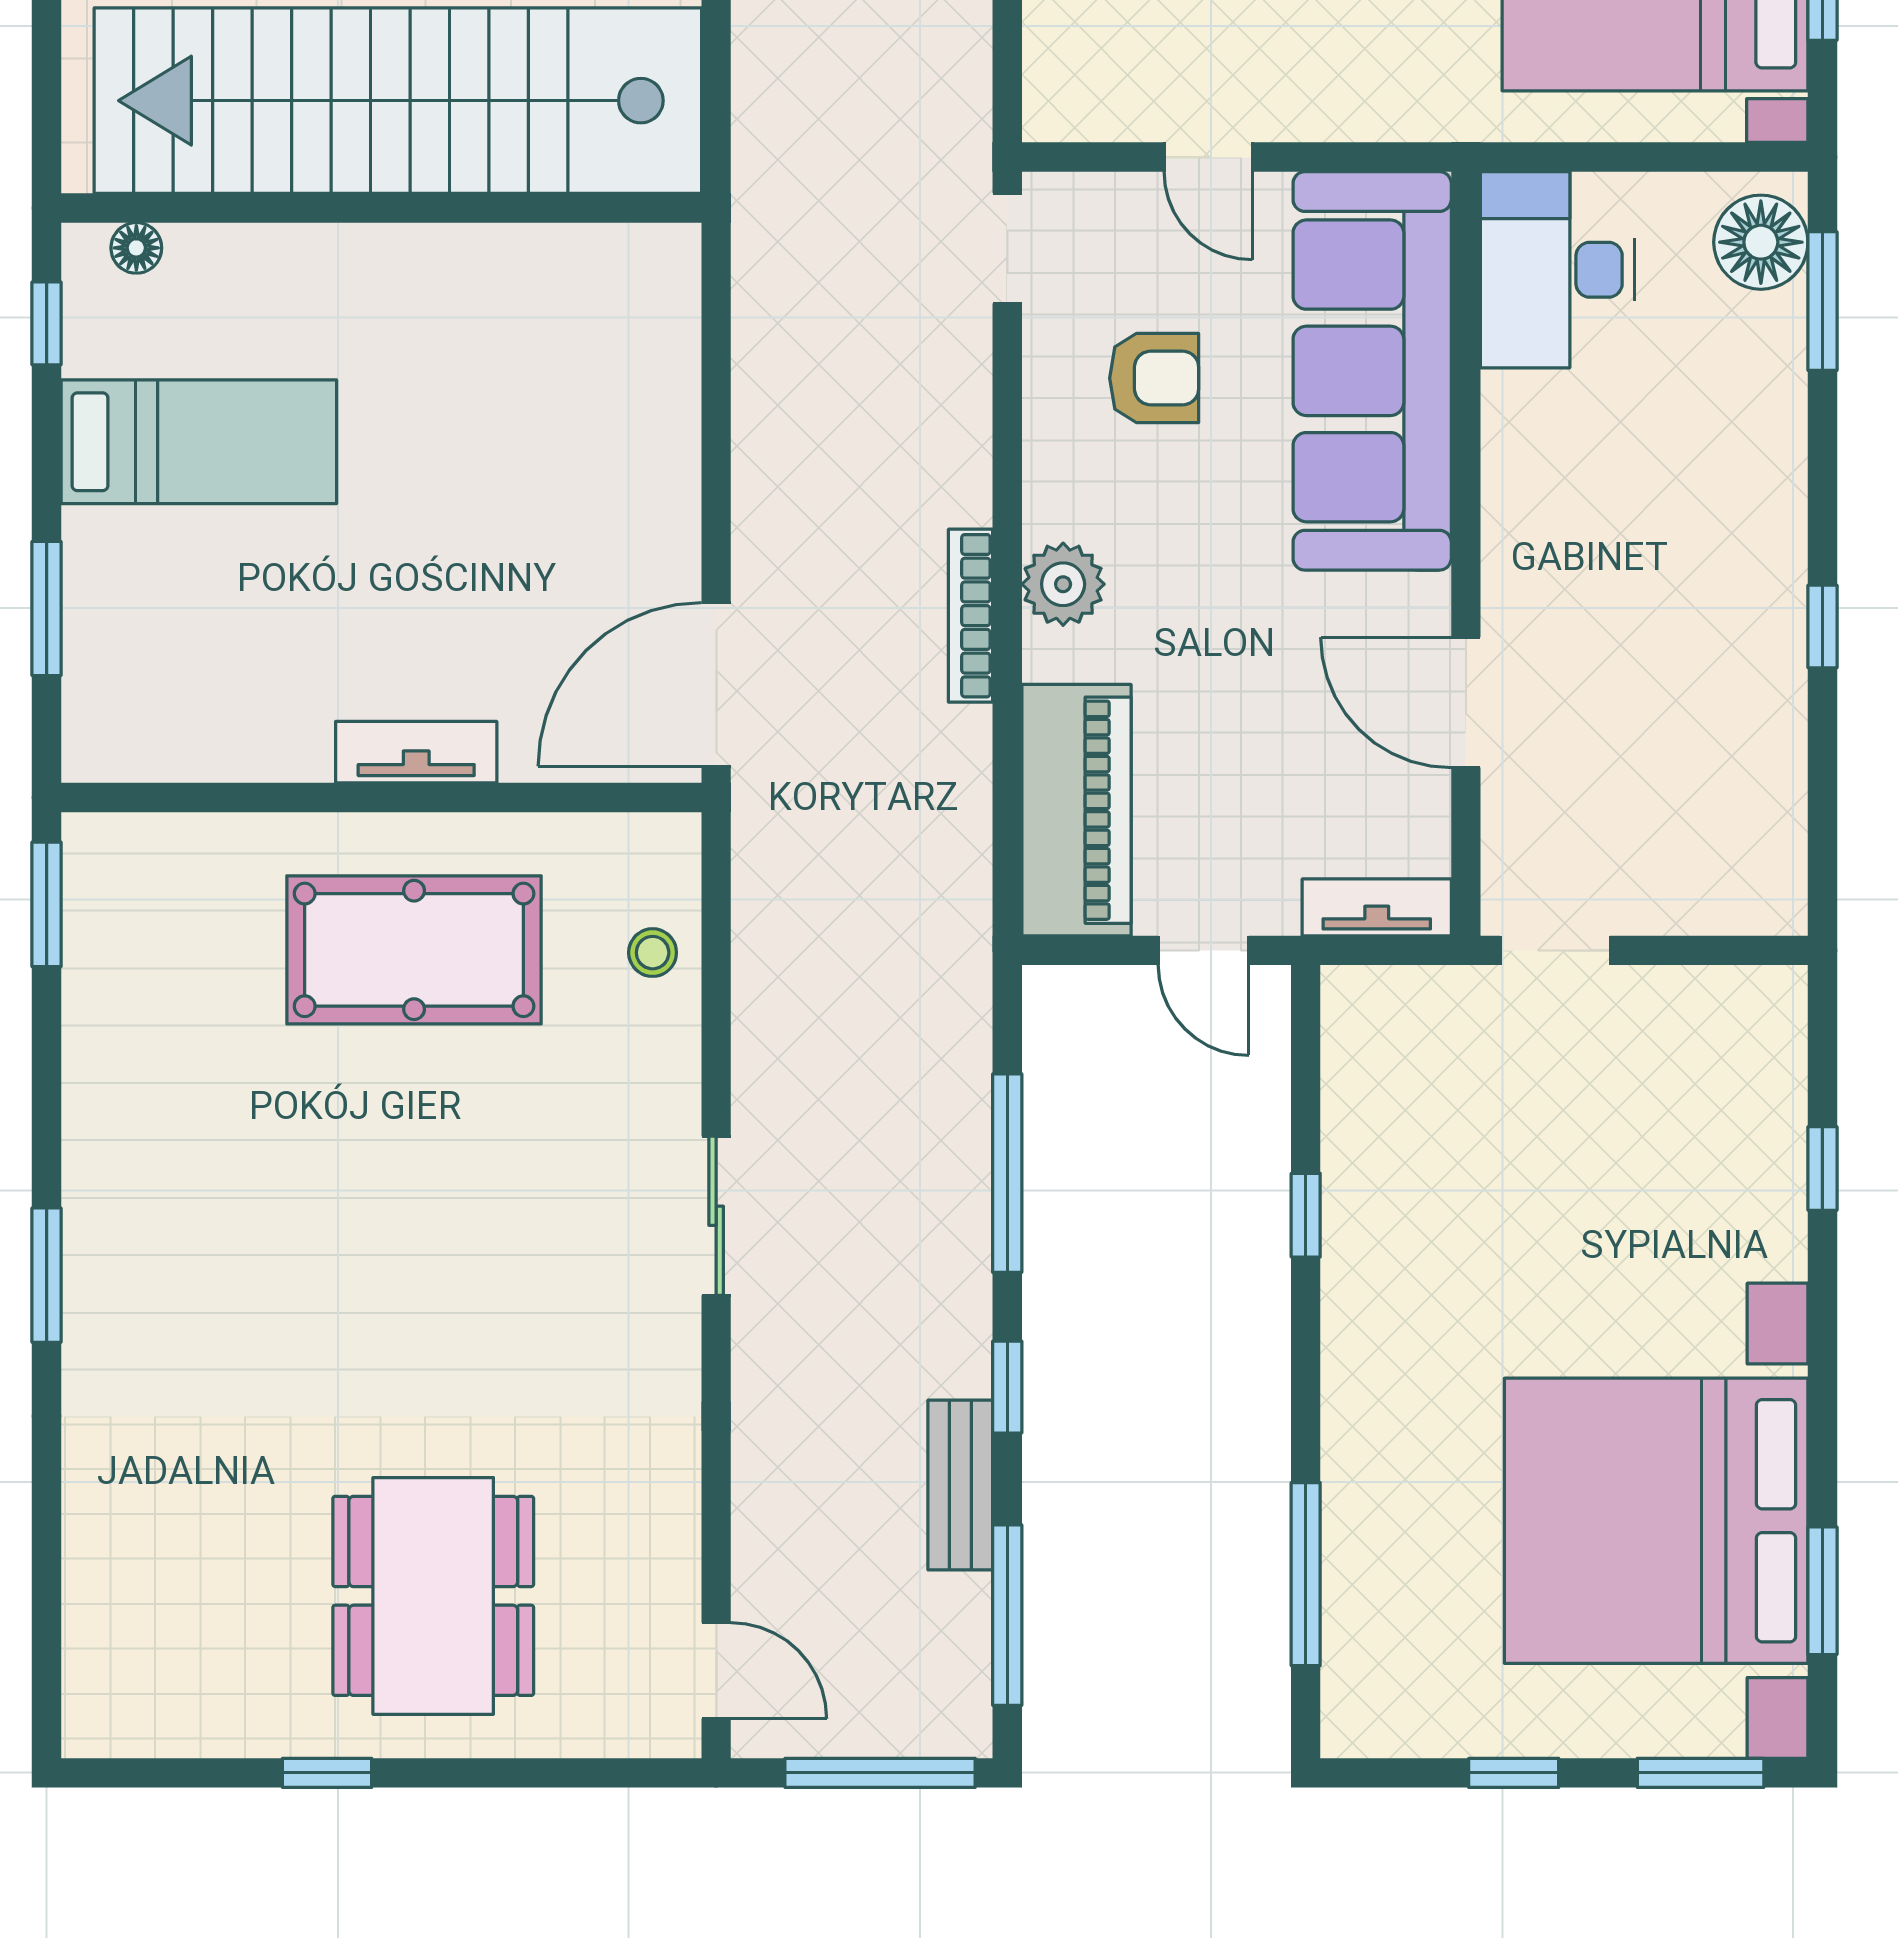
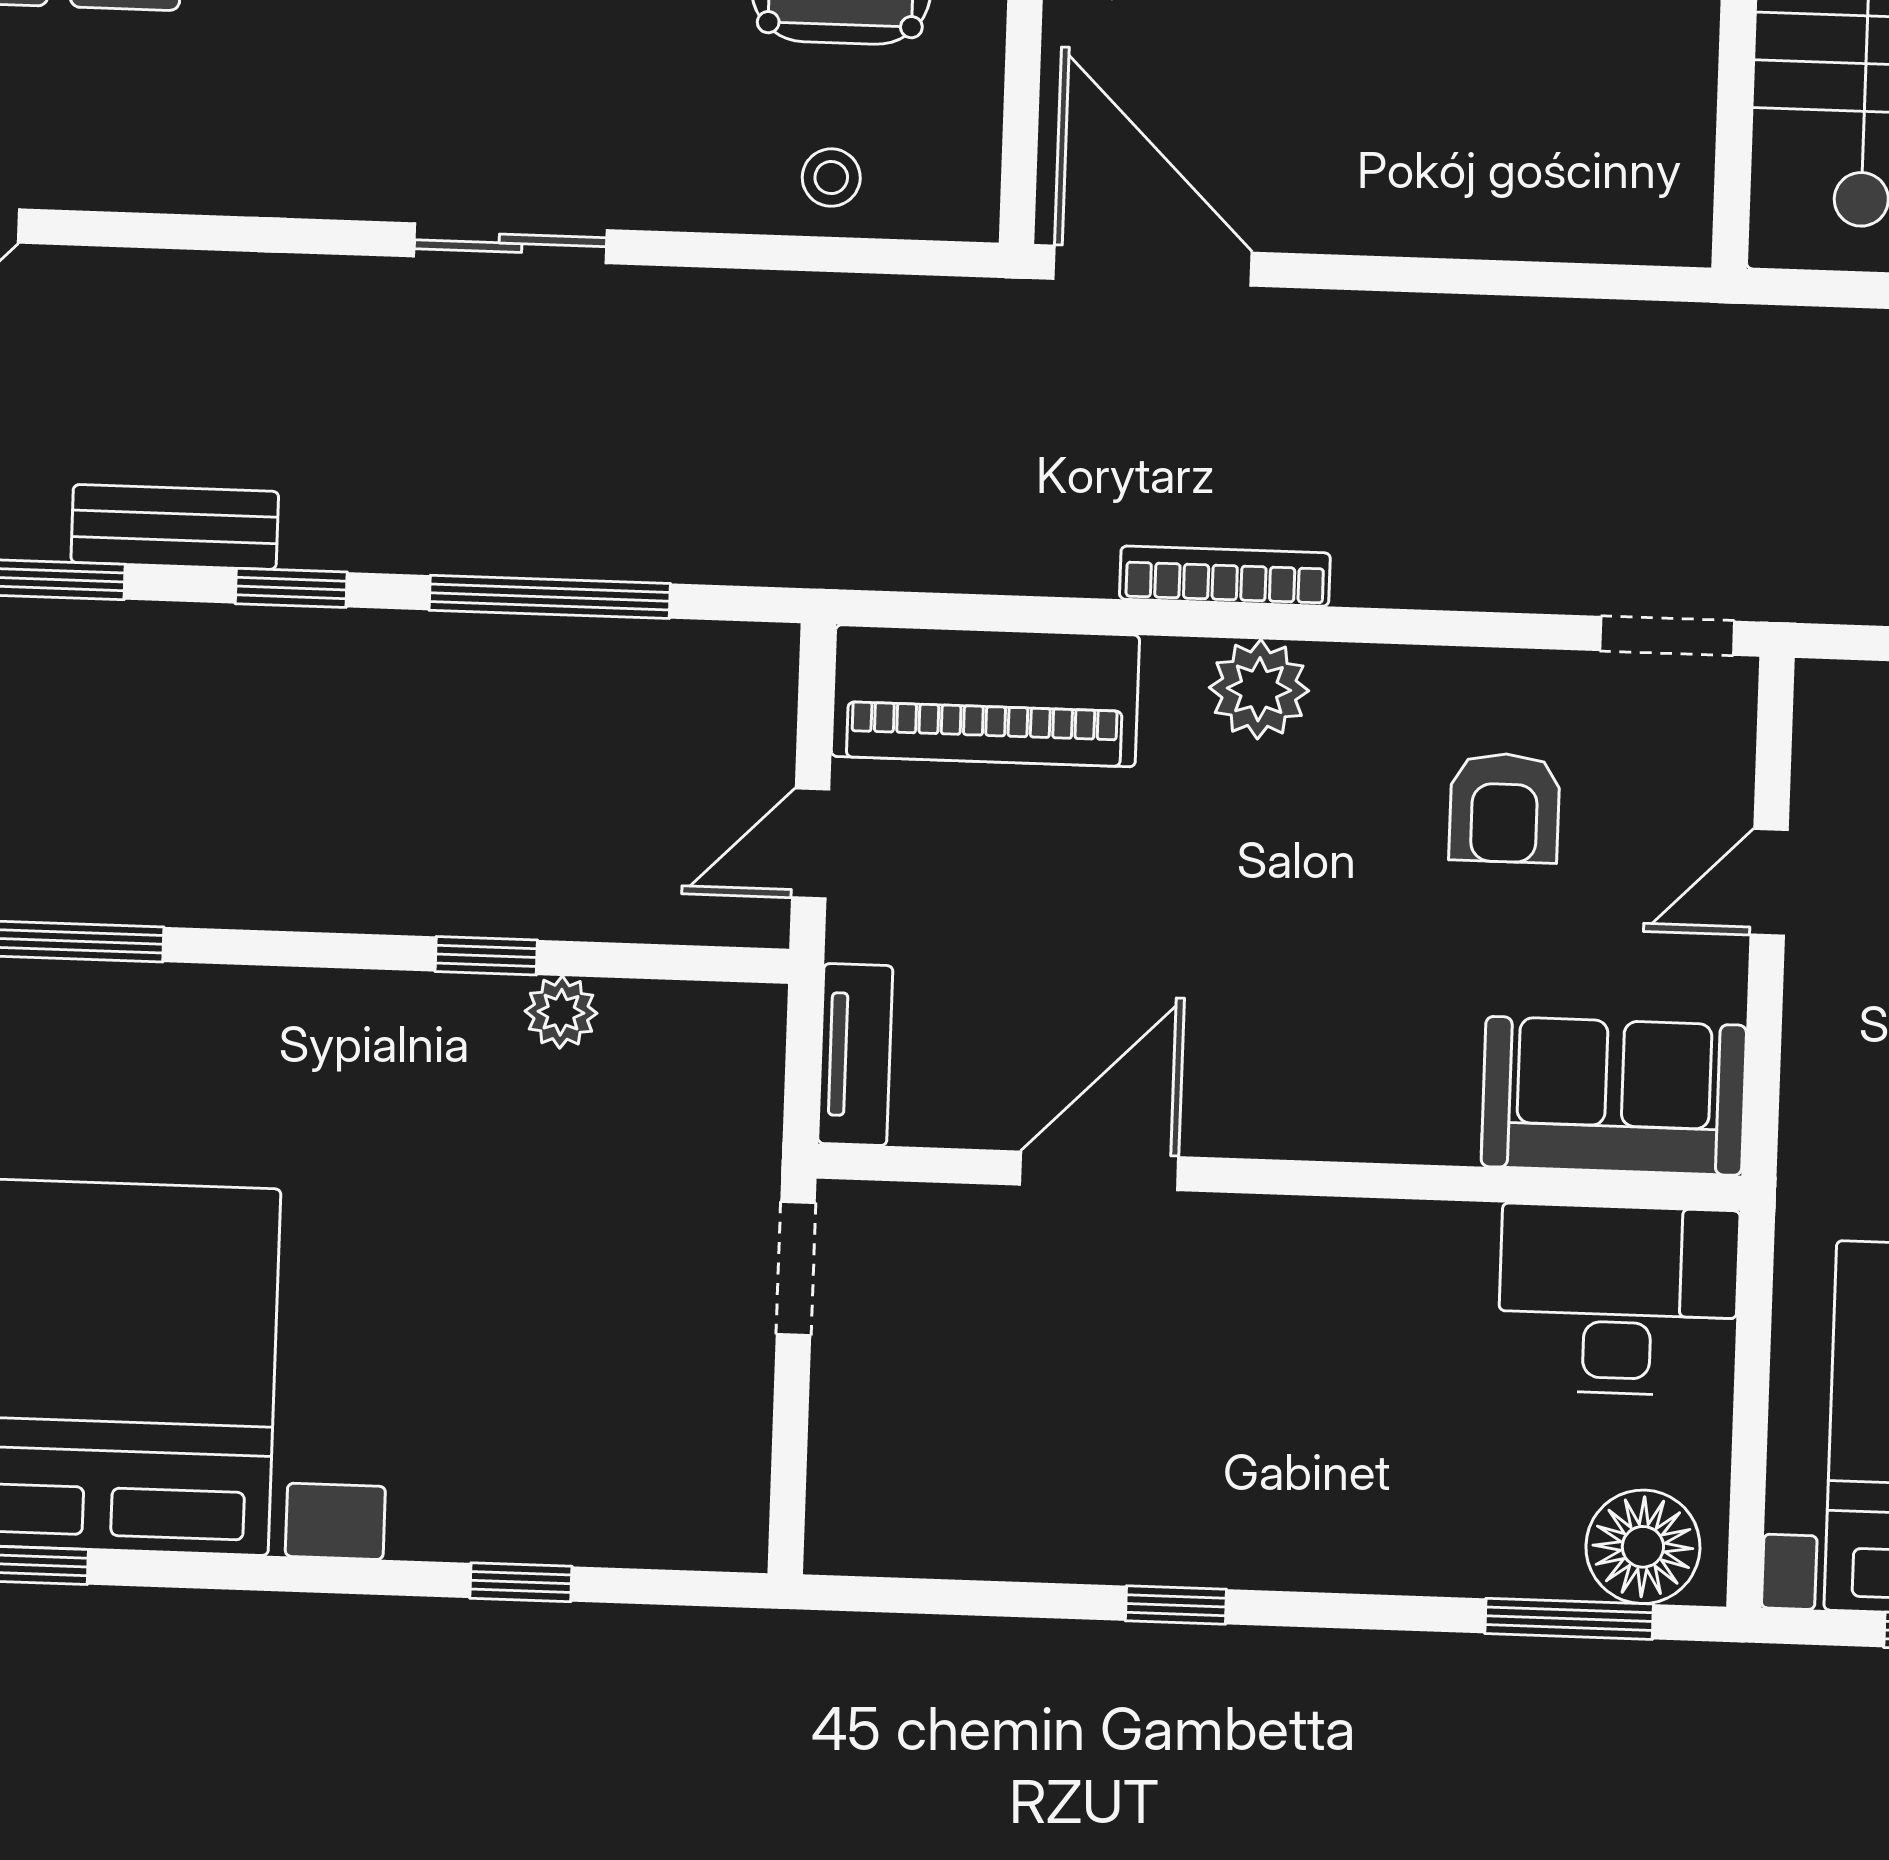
sofa: (1372, 371) -> (1614, 1096), width x0.54, depth x0.79
plant: (1350, 1152) -> (561, 1012), added

